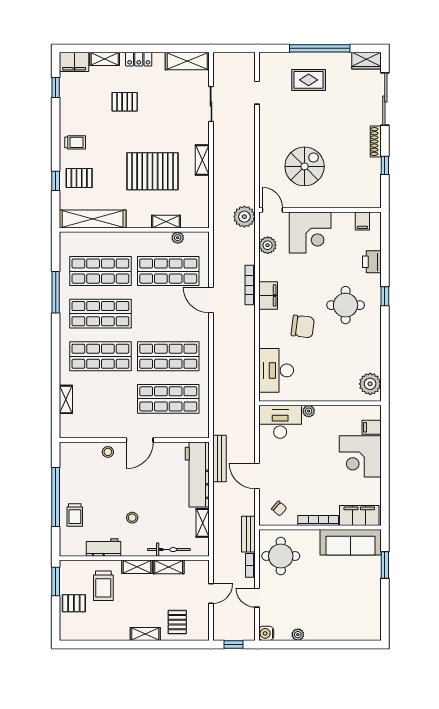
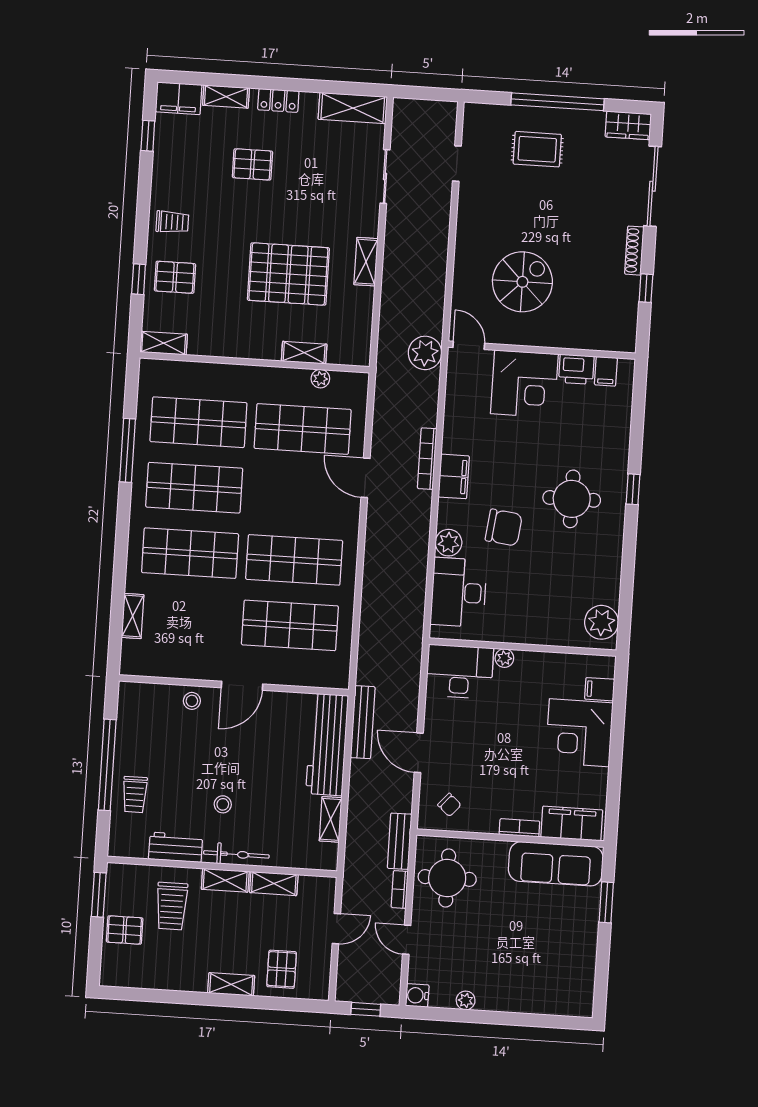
shelving: (93, 219) -> (164, 343), width x0.45, depth x0.75
plant: (268, 245) -> (449, 543), moved
printer: (372, 262) -> (576, 369), moved, turned -90
bookcase: (318, 520) -> (519, 828), width x0.64
bicycle: (169, 550) -> (236, 854), moved

